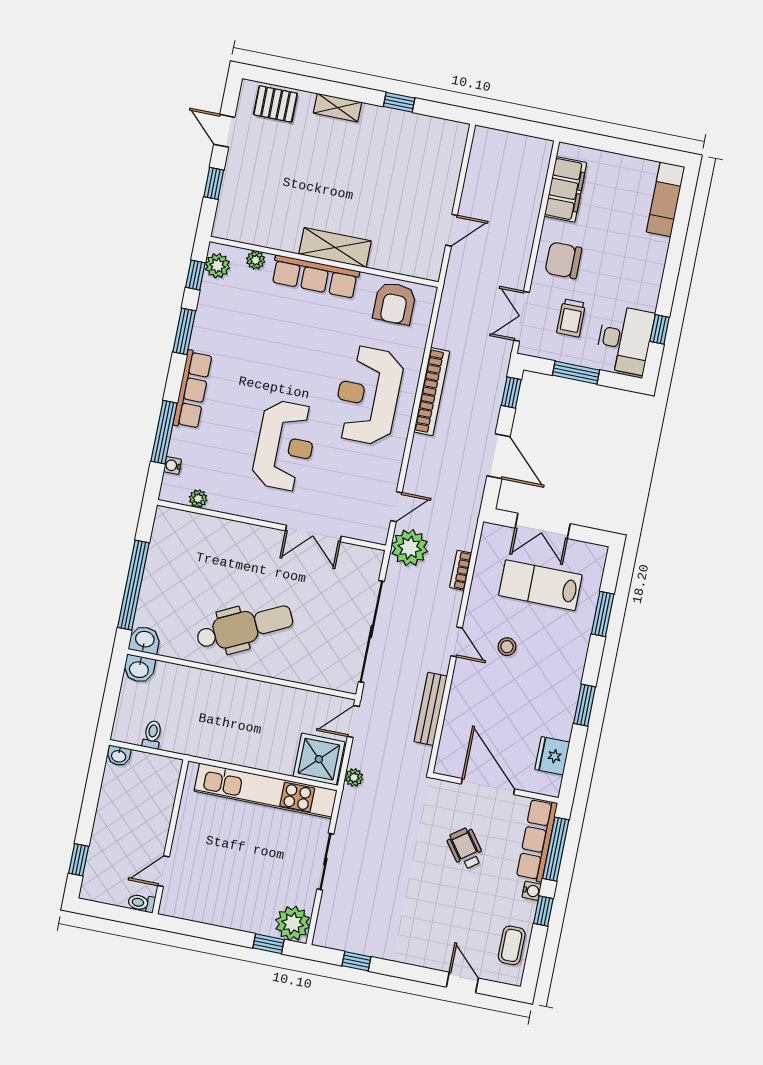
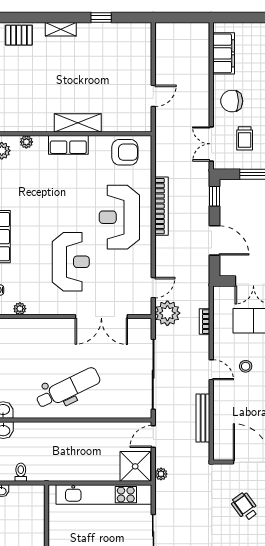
row of seats: (315, 277) -> (68, 145), width x0.68
armchair: (395, 303) -> (125, 152), turned -90
double door: (313, 533) -> (101, 317), width x1.37

